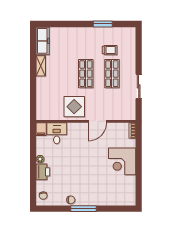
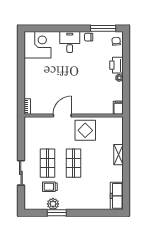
plant: (106, 33) -> (53, 204), added
shelving: (41, 66) -> (119, 155), moved
sliding door: (139, 86) -> (21, 173), moved
desk: (57, 133) -> (70, 42), moved, turned 180
corner desk: (122, 161) -> (37, 45), moved
window: (83, 209) -> (103, 28), moved

